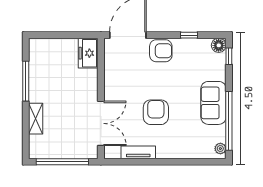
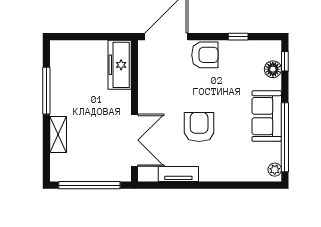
floor lamp: (219, 45) -> (273, 69), moved
freezer: (88, 53) -> (120, 65), width x1.40

